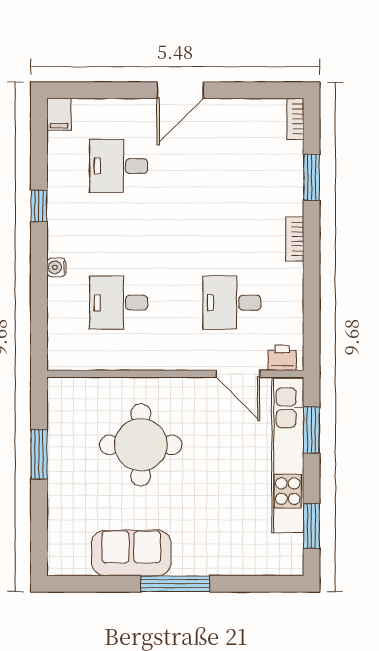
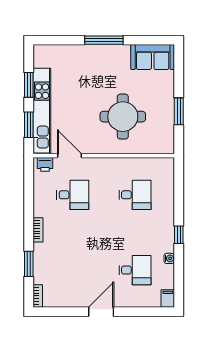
window: (39, 206) -> (179, 235), moved
water cooler: (56, 267) -> (169, 258), moved
window: (312, 526) -> (29, 85), moved
sofa: (131, 553) -> (153, 57), moved

